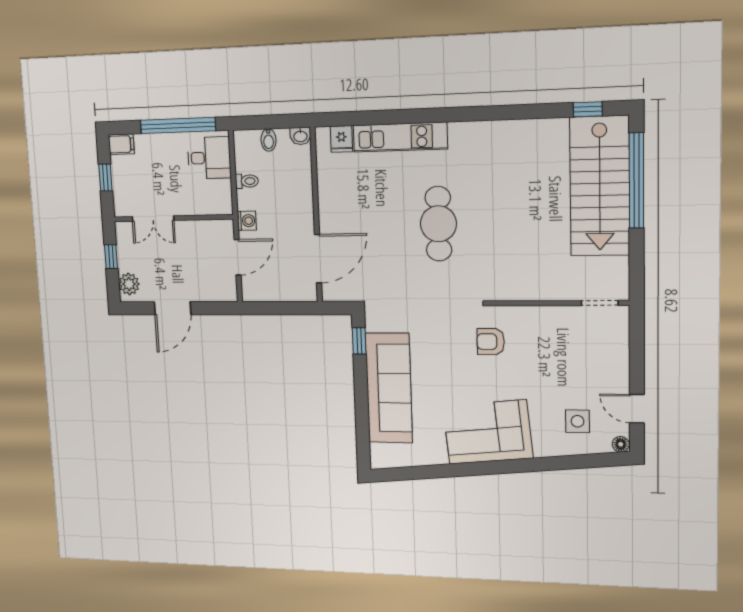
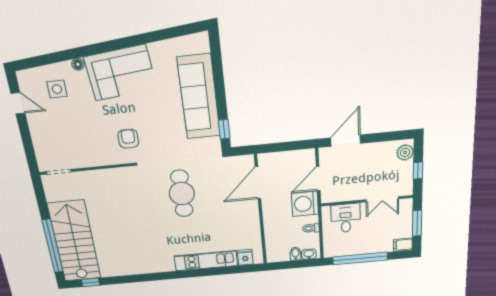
washbasin: (300, 136) -> (309, 254), moved
desk: (209, 158) -> (346, 218), moved, turned 90
window: (106, 178) -> (417, 223), width x1.50
double door: (153, 219) -> (382, 199), swing flipped
washing machine: (247, 221) -> (305, 204), width x1.89, depth x1.89
cafe table: (438, 224) -> (182, 193), moved
door: (173, 308) -> (346, 141), moved
armchair: (491, 342) -> (128, 139), turned -90
floor lamp: (621, 444) -> (78, 64), moved

